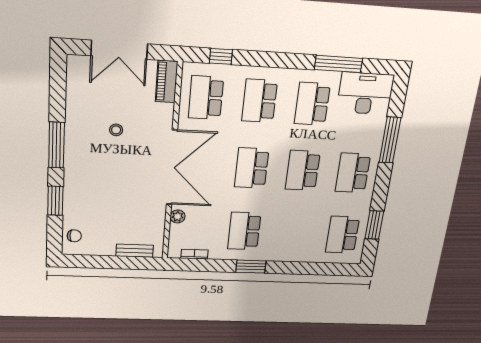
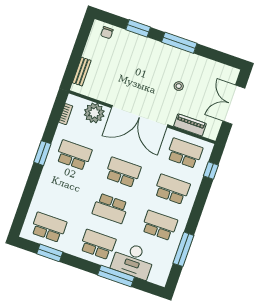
piano: (167, 81) -> (190, 125), moved
desk: (365, 93) -> (133, 260), moved, turned 90
school desk: (303, 170) -> (110, 208), turned 180
plant: (178, 216) -> (94, 113), width x1.87, depth x1.87

